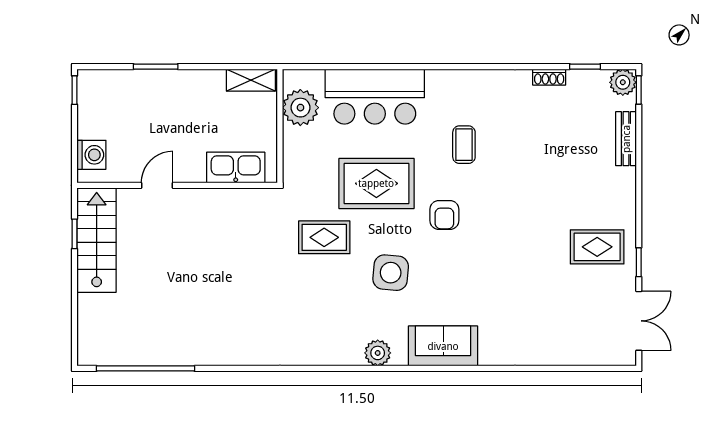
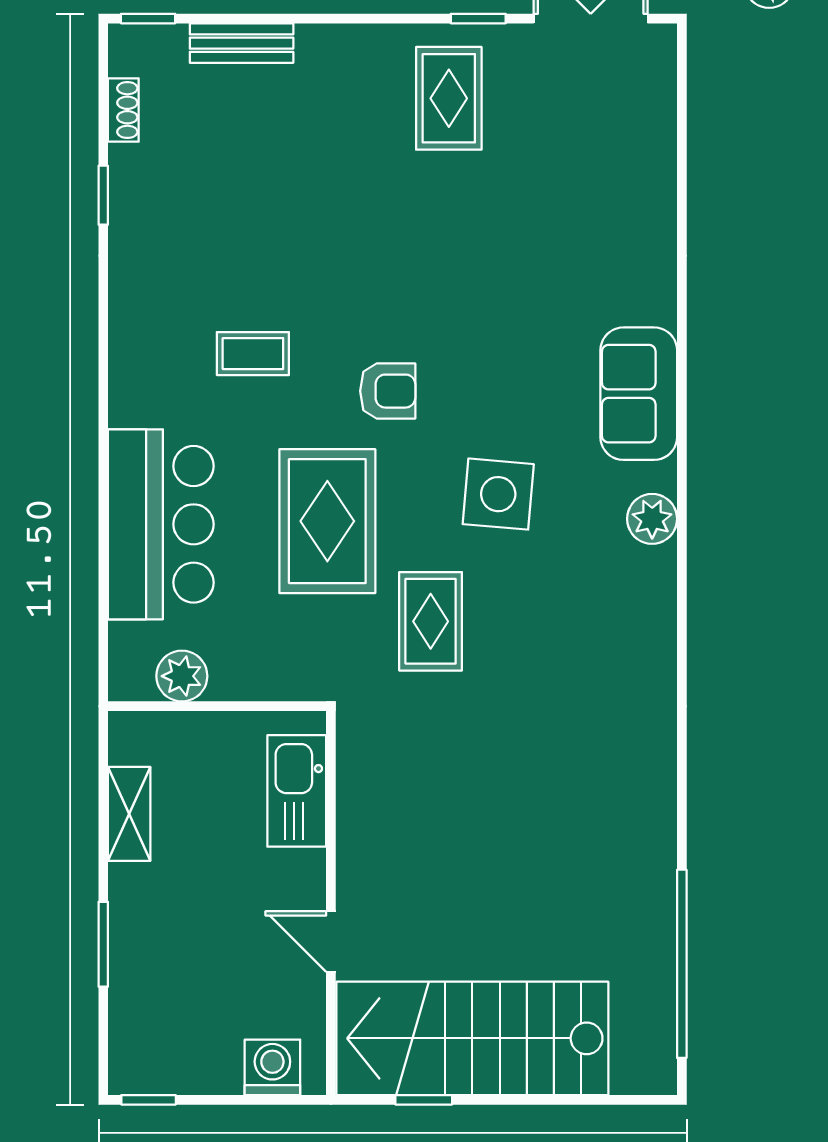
window: (585, 67) -> (103, 195), moved
shoe rack: (549, 77) -> (123, 110), moved
shelving: (251, 80) -> (129, 814), moved
plant: (623, 82) -> (133, 49), removed
plant: (300, 108) -> (182, 676), width x0.73, depth x0.73
stairs: (97, 240) -> (472, 1038), width x1.36, depth x1.51

